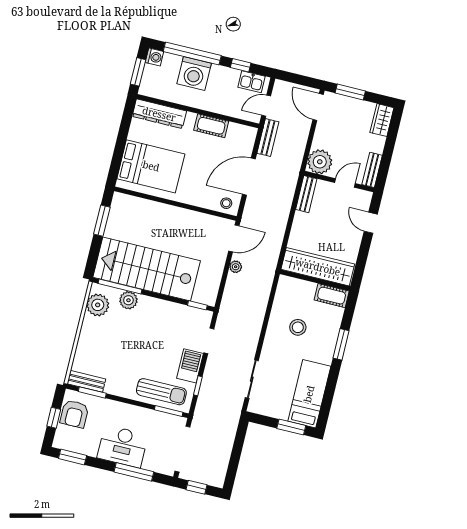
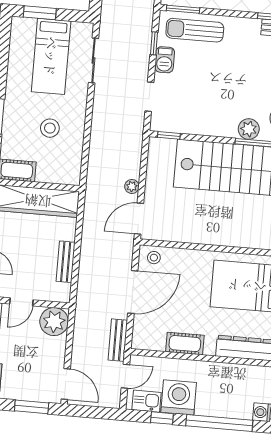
washing machine: (194, 73) -> (179, 397), moved
bench: (306, 194) -> (66, 262), moved
barbecue: (190, 366) -> (165, 60), width x0.73, depth x0.79
bed: (309, 394) -> (51, 56), moved

